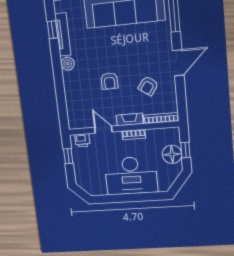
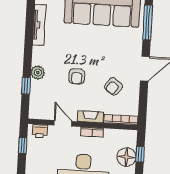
window: (52, 30) -> (26, 86), moved
plant: (68, 64) -> (38, 73), moved

